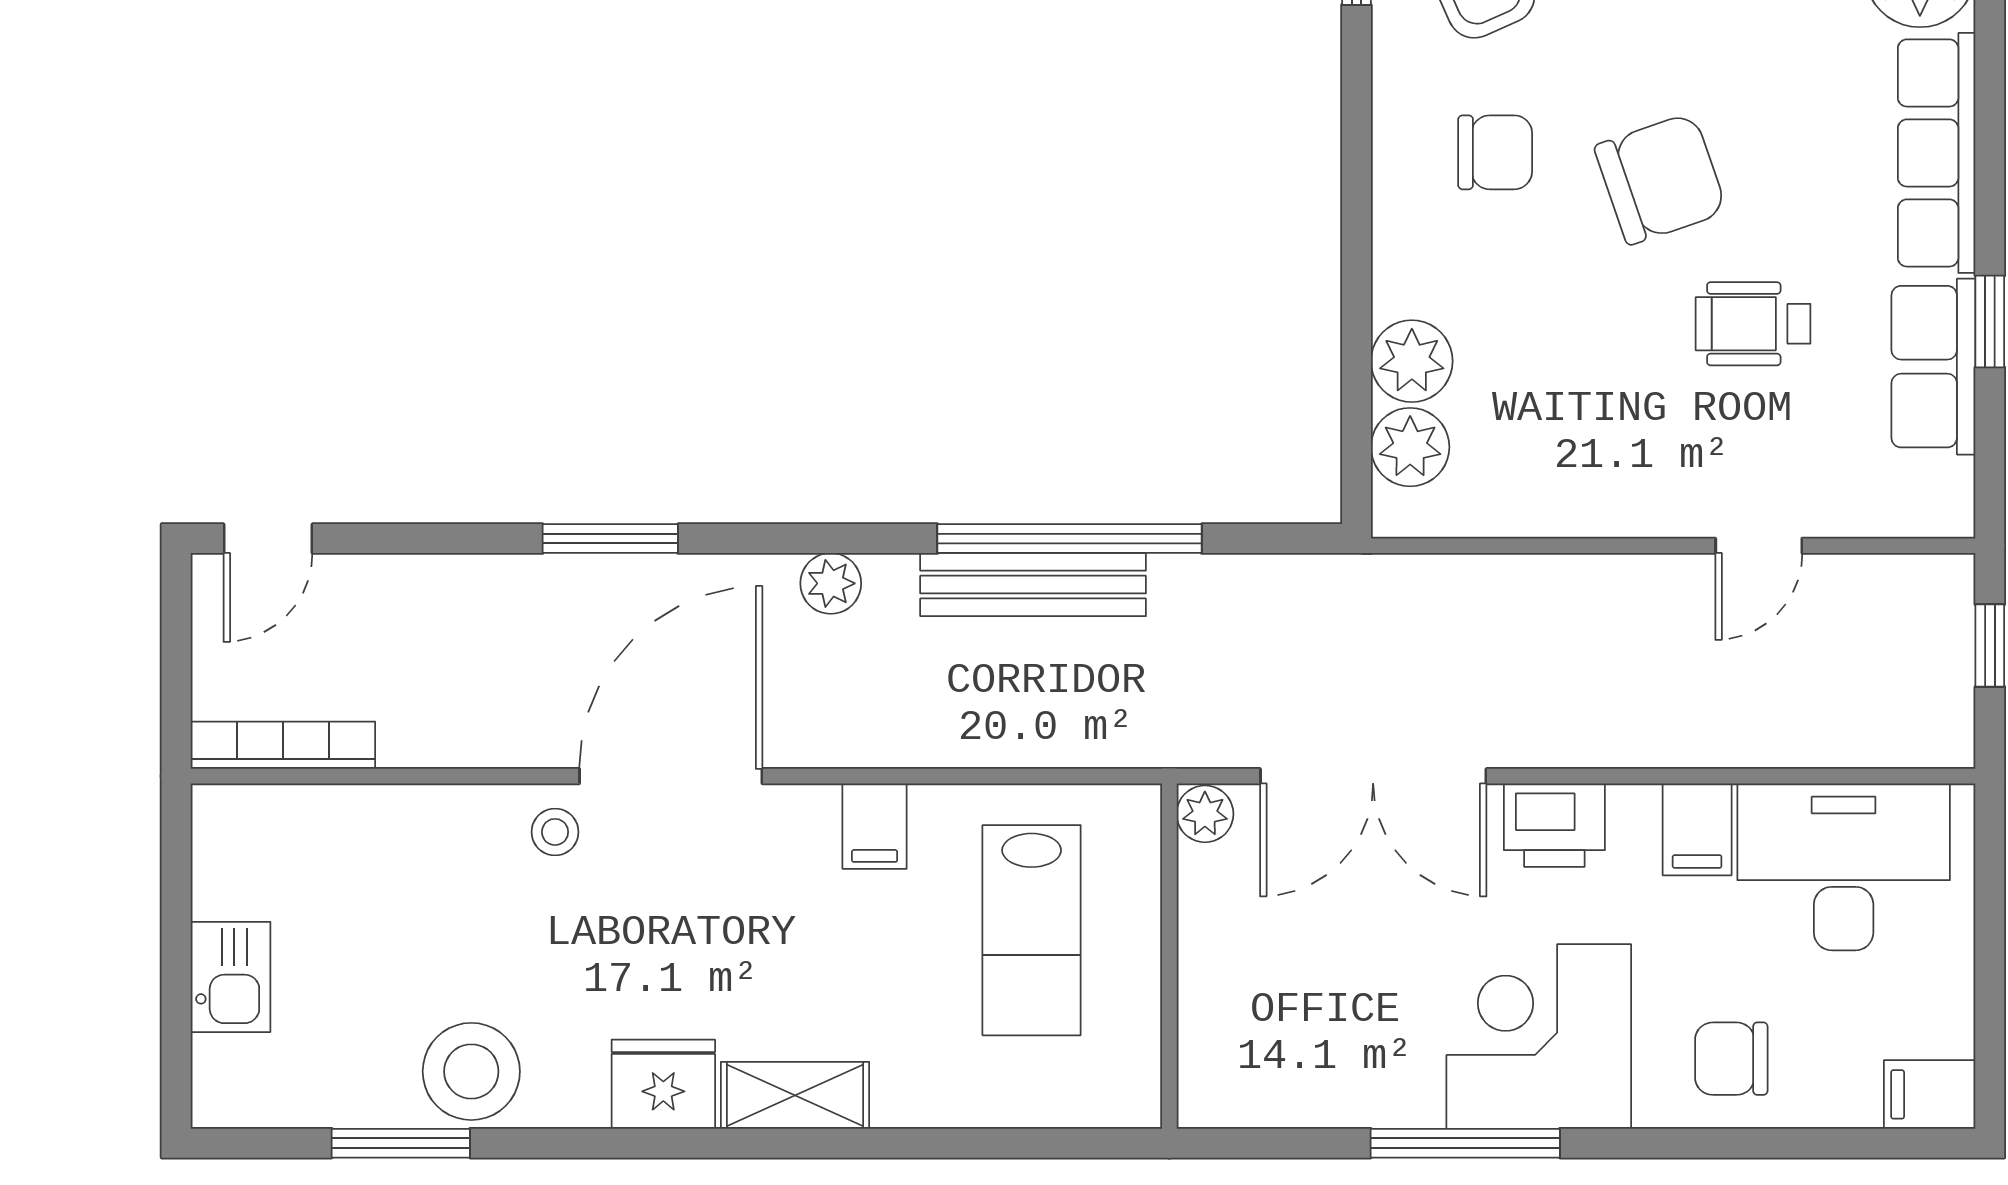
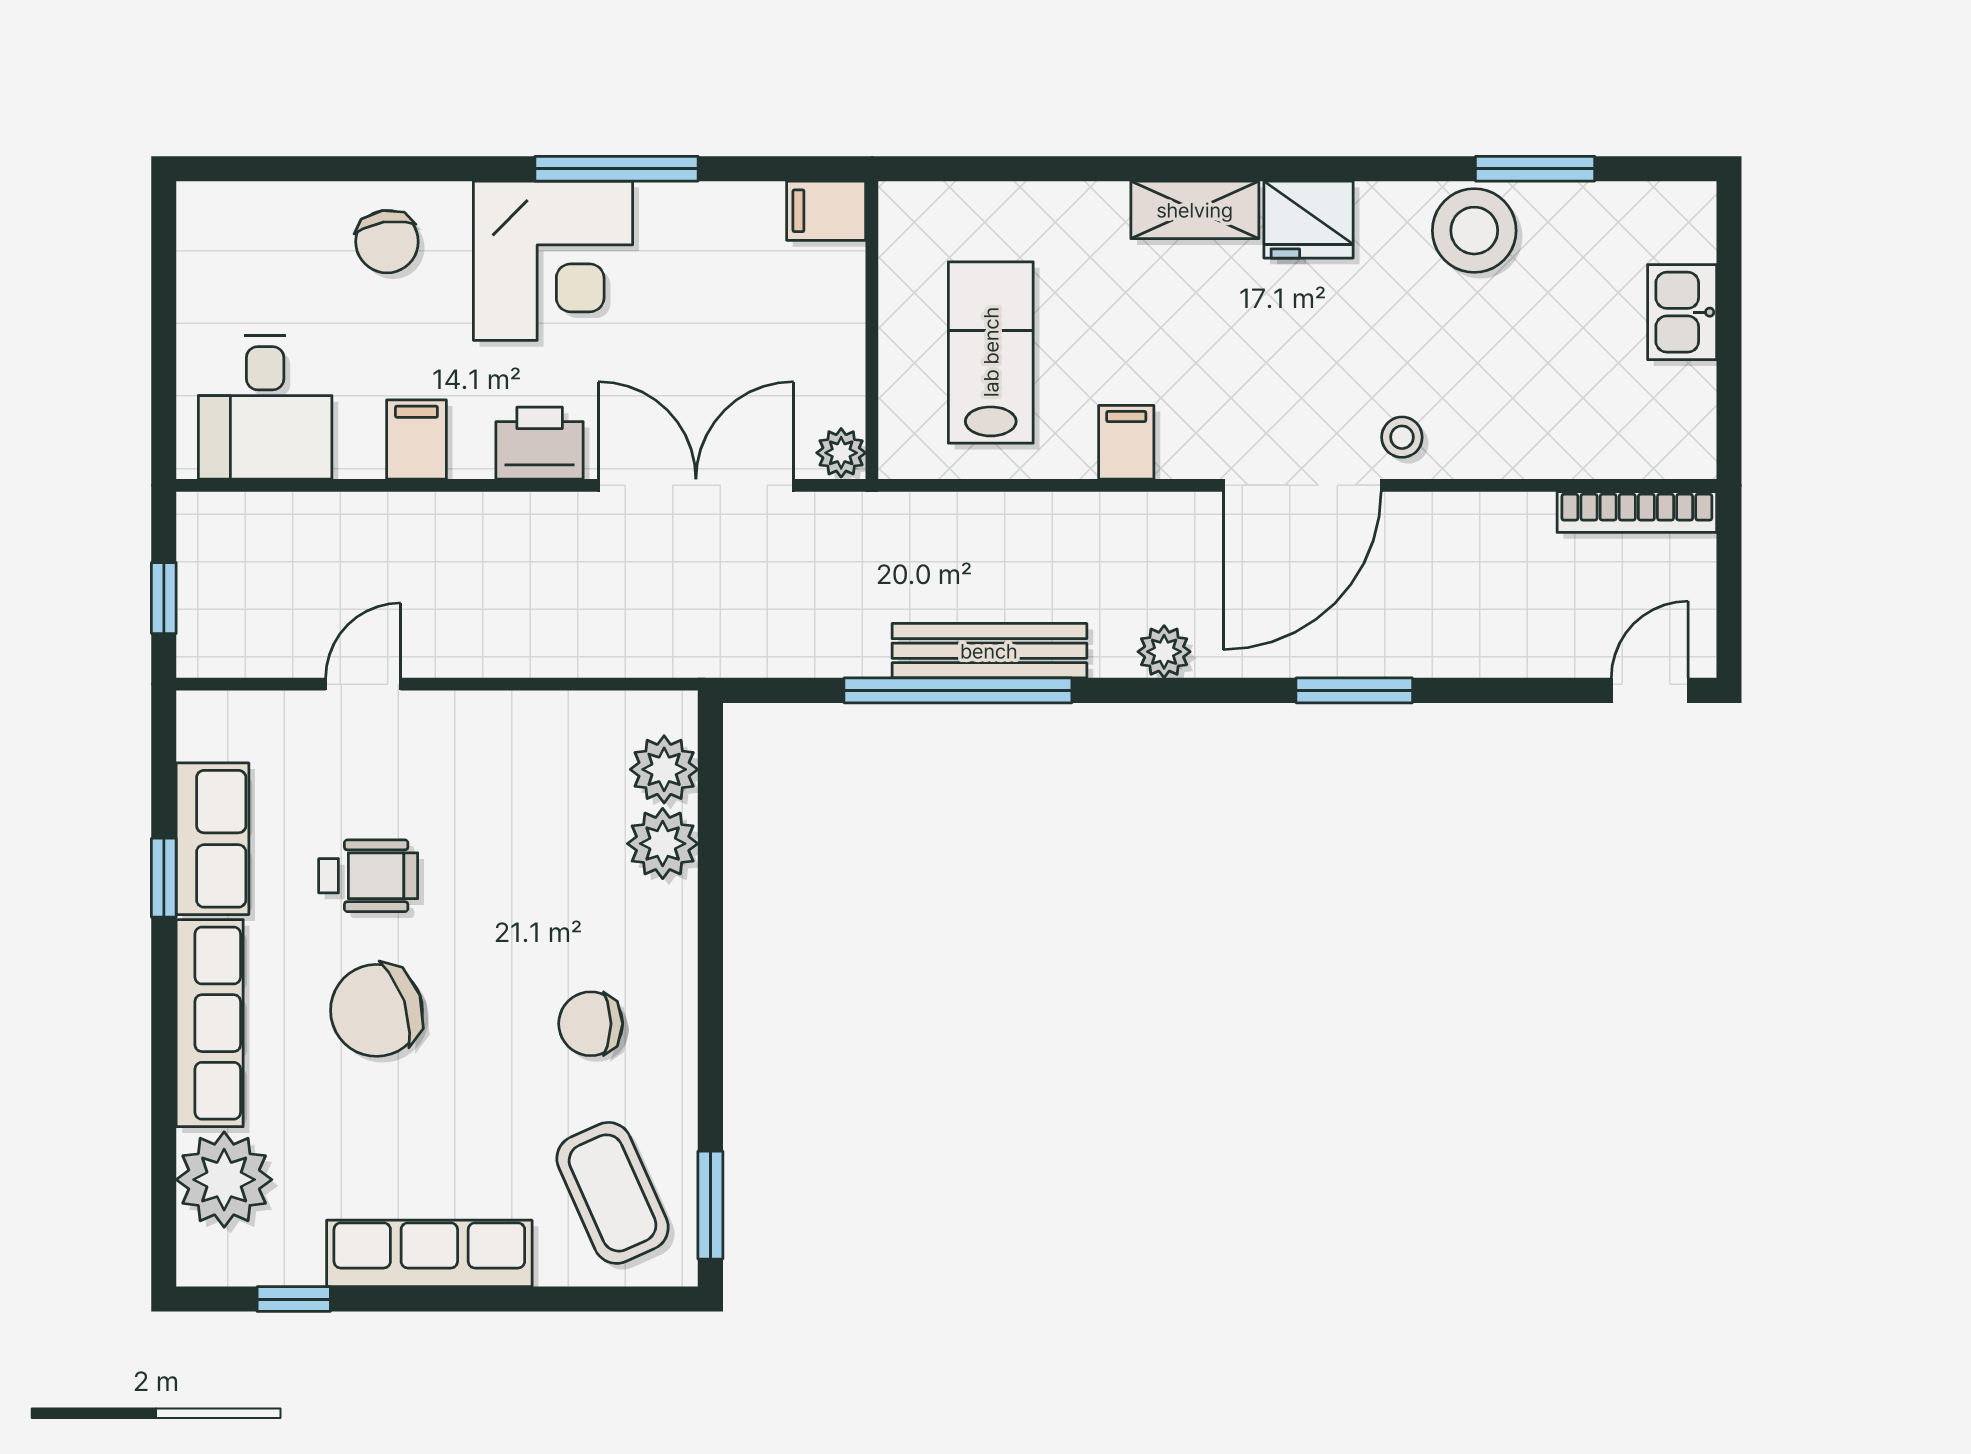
chair: (1661, 179) -> (376, 1010), moved
desk: (1844, 867) -> (265, 407), width x0.73
chair: (1731, 1059) -> (387, 242), turned 81
filing cabinet: (1930, 1094) -> (826, 211), moved, turned 180

